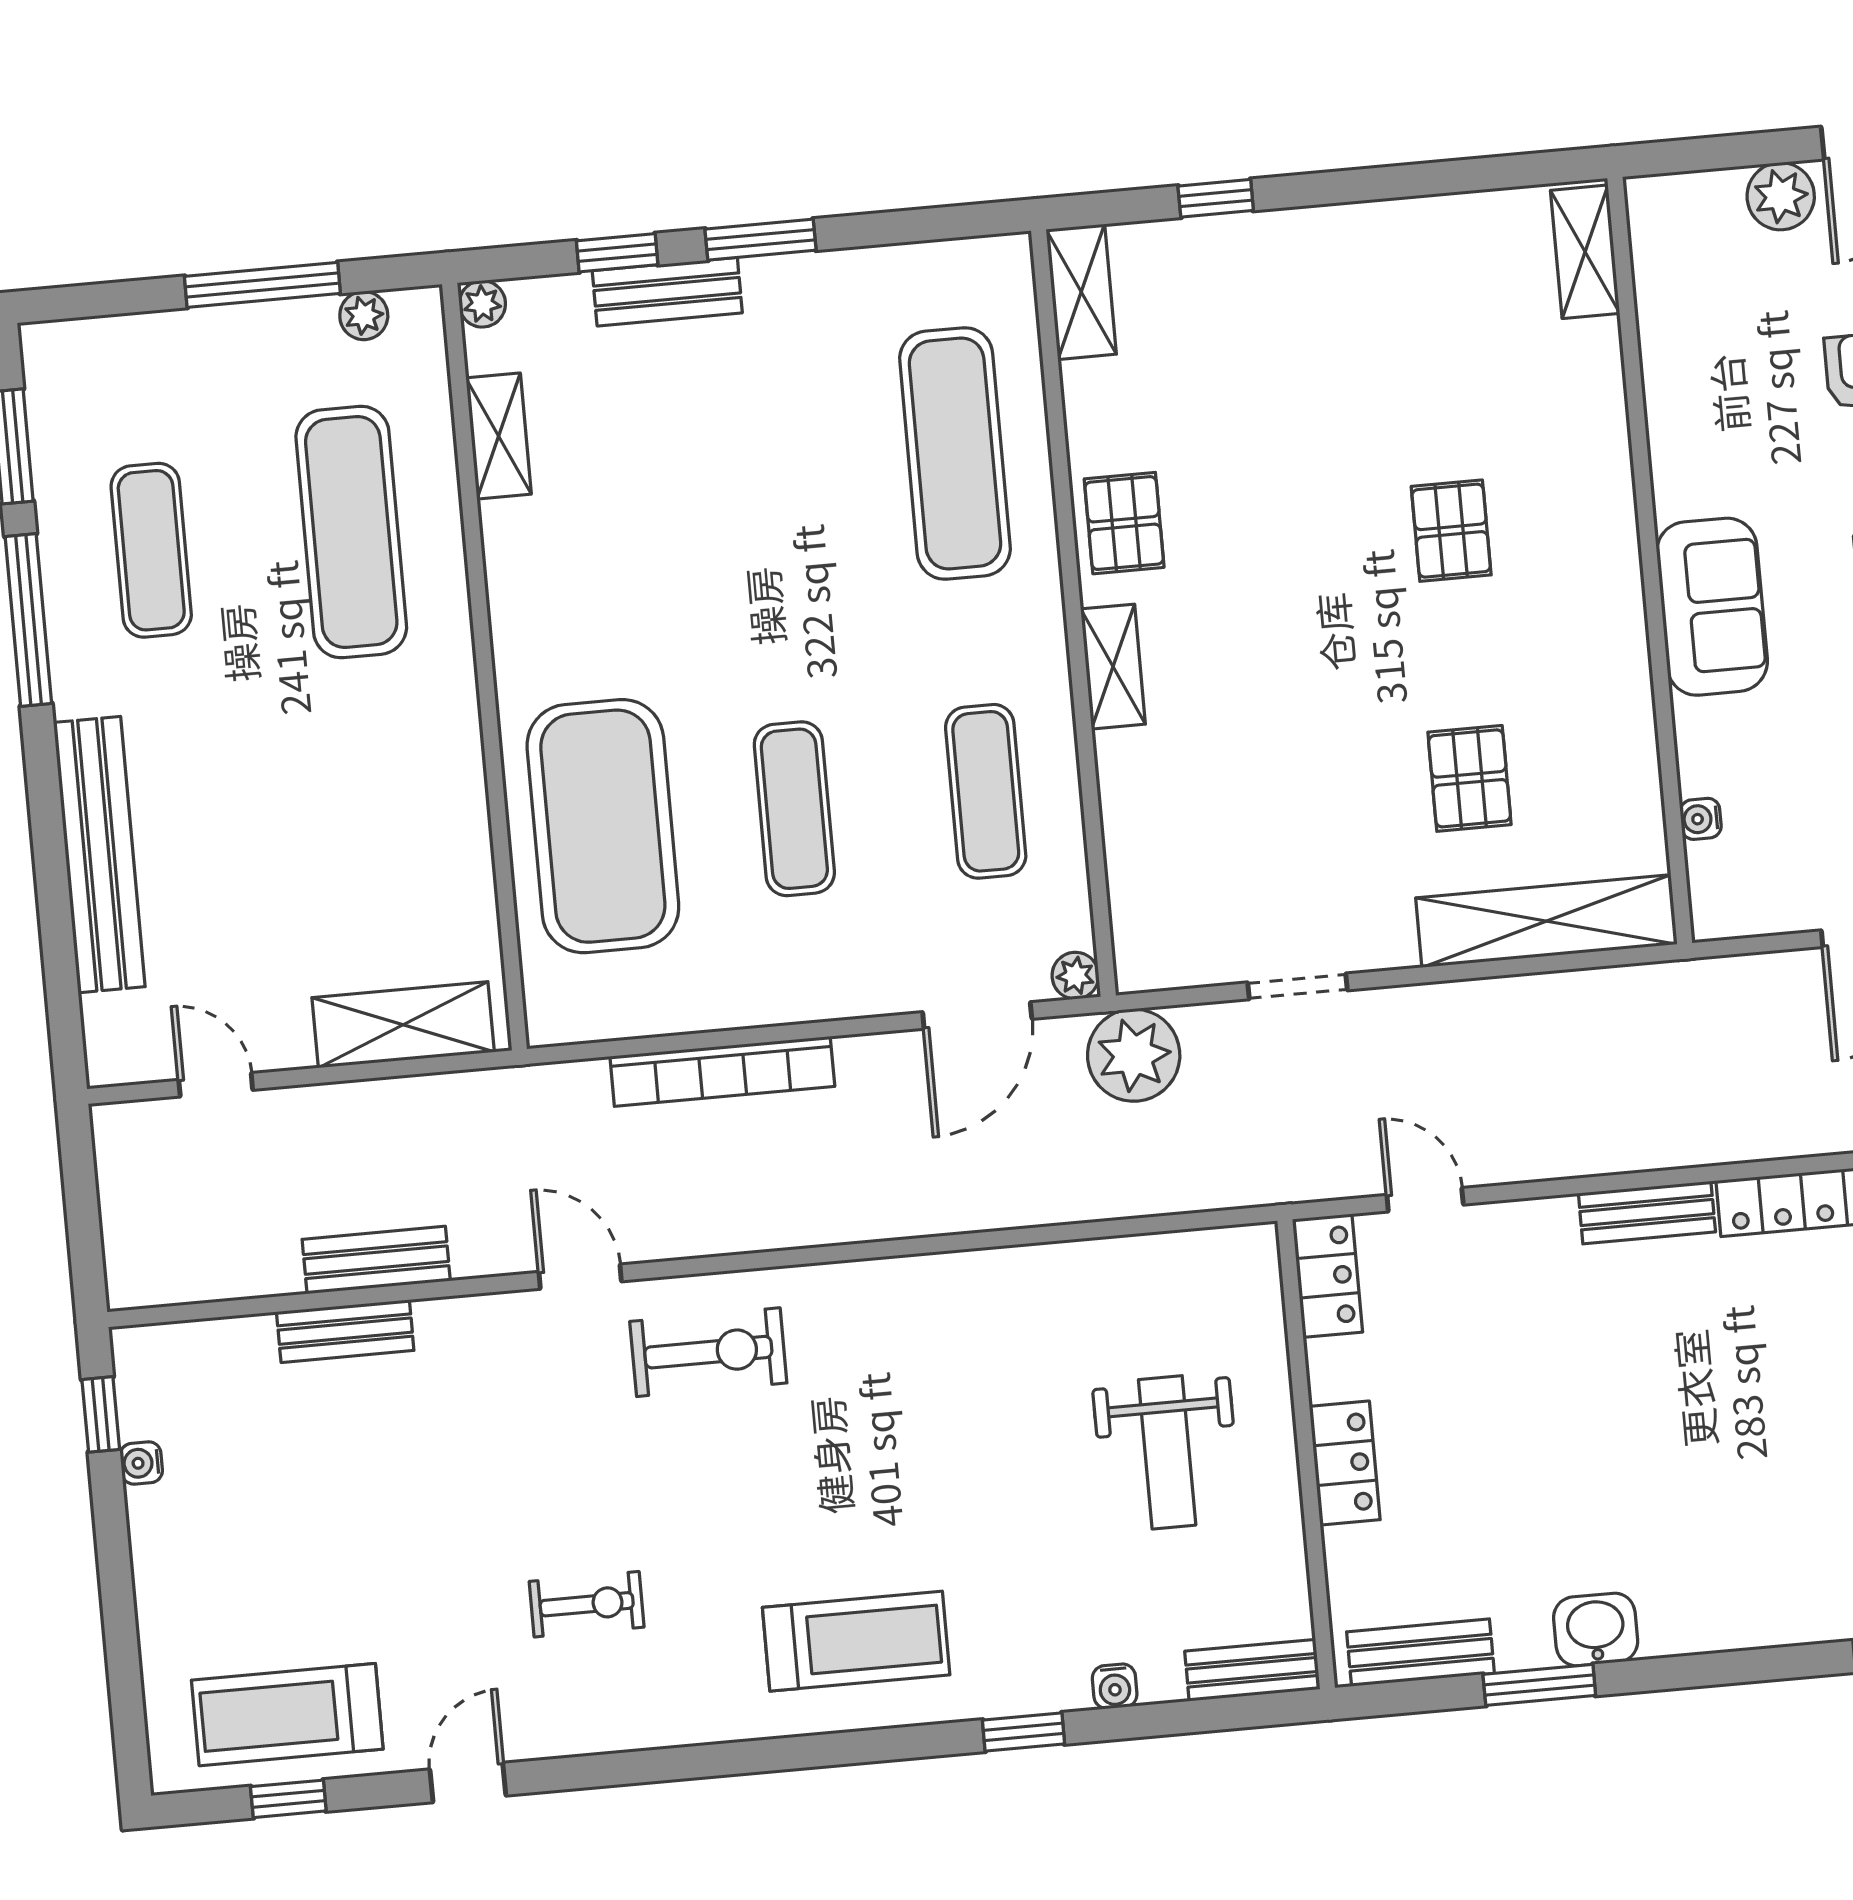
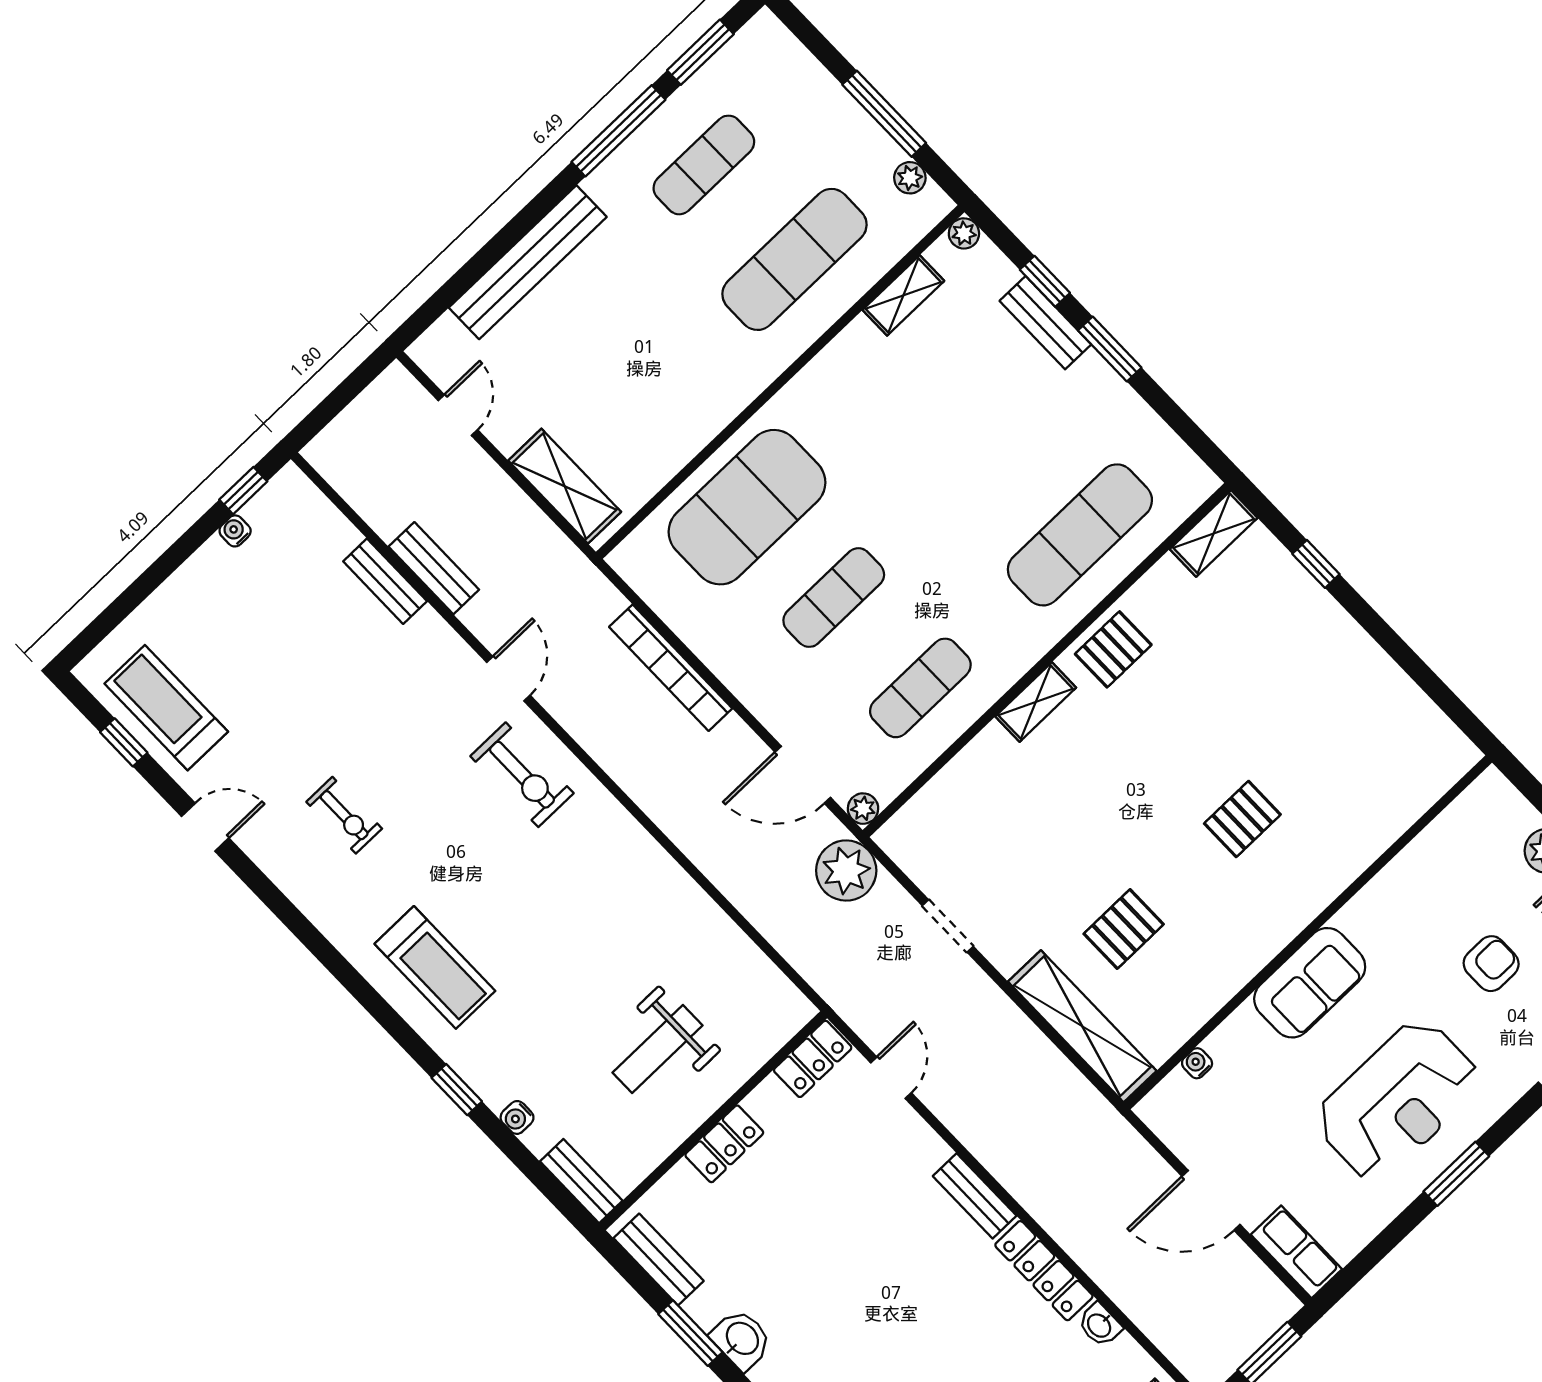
shelving: (1585, 252) -> (1439, 774), removed

